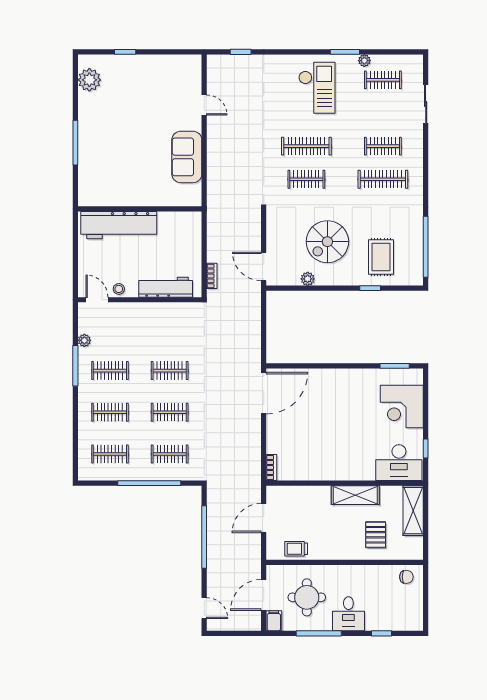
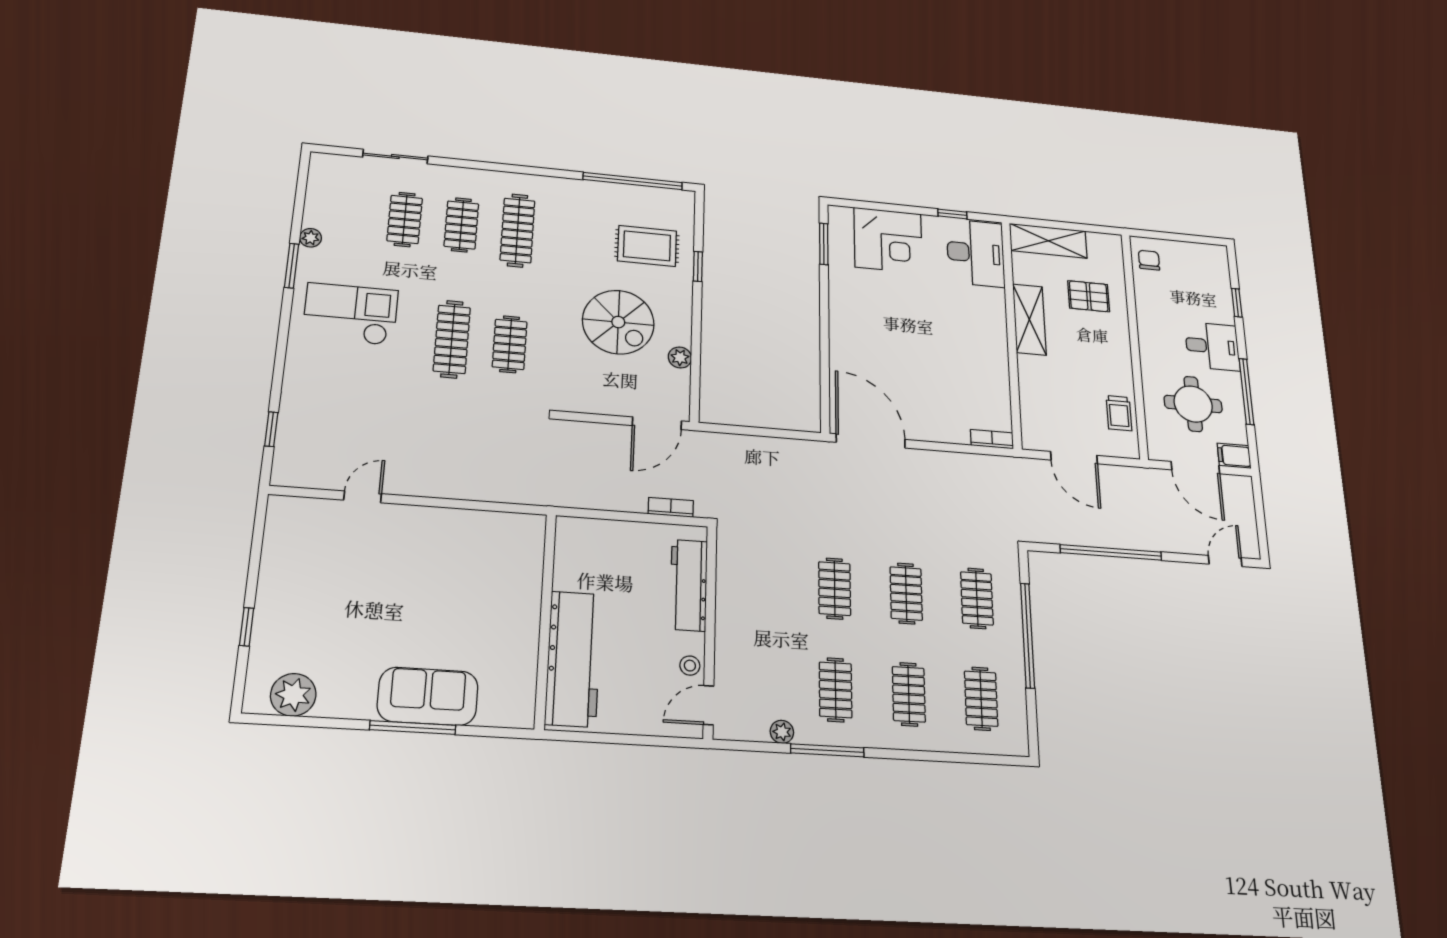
clothes rail: (383, 80) -> (405, 219), moved
sofa: (187, 157) -> (428, 696), moved, turned 180

